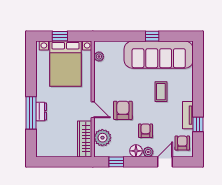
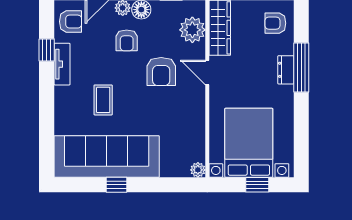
plant: (99, 57) -> (198, 170), moved
armchair: (48, 142) -> (275, 23), added
armchair: (182, 143) -> (71, 22), turned -90

